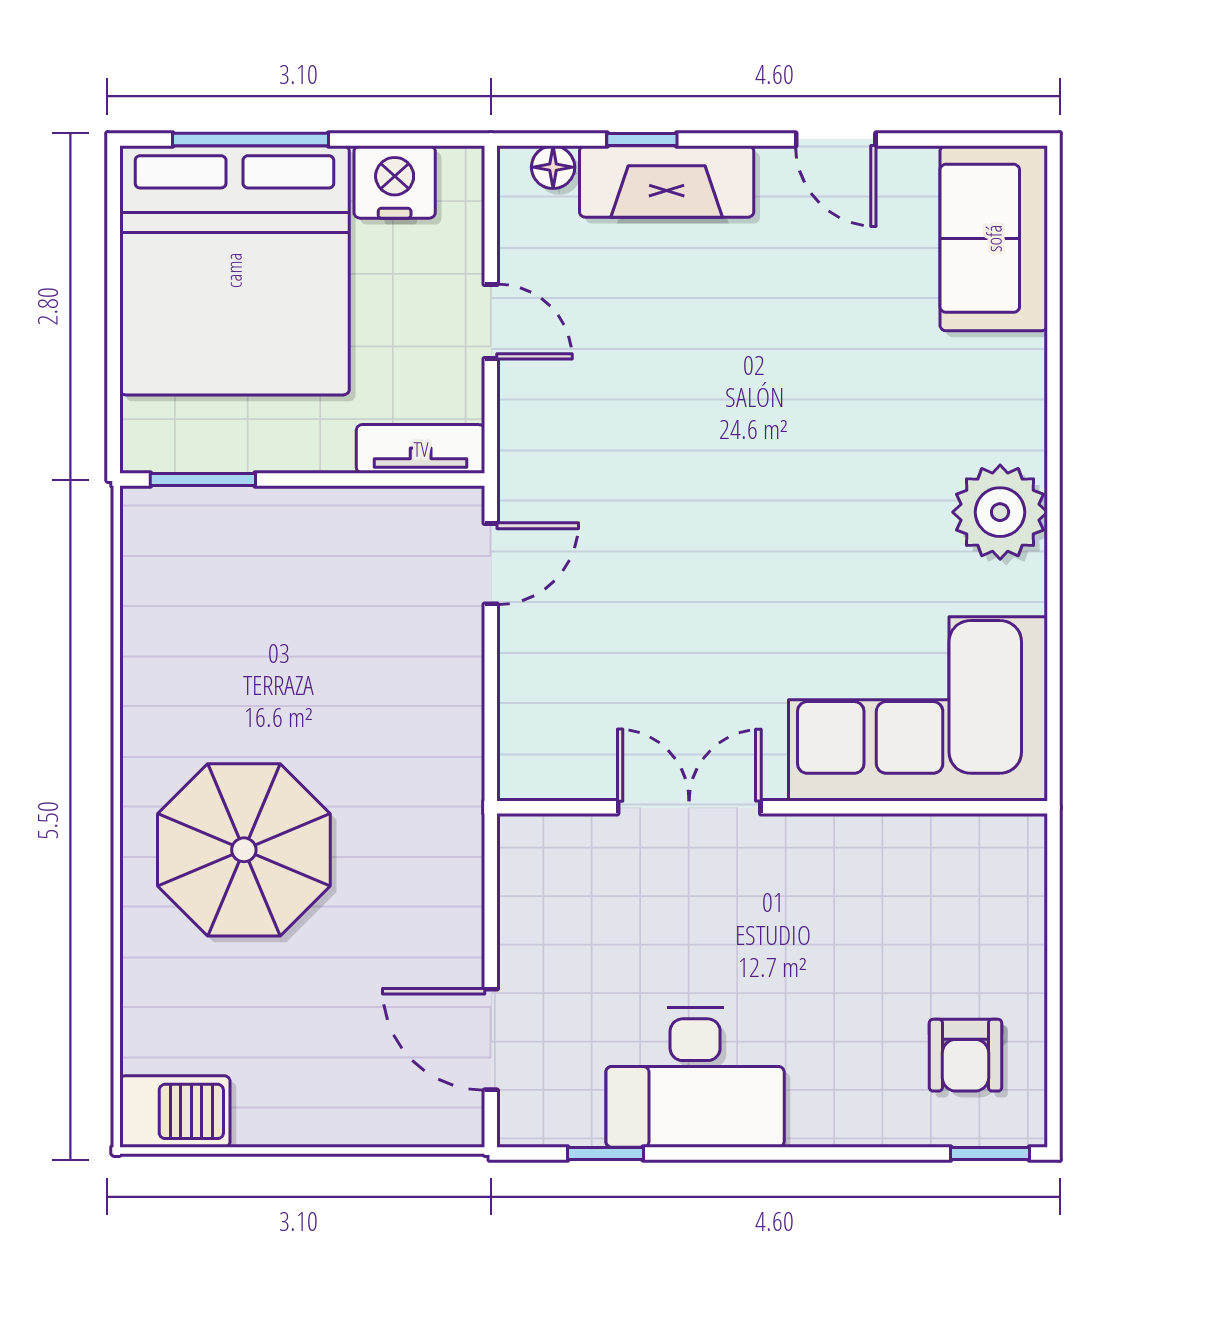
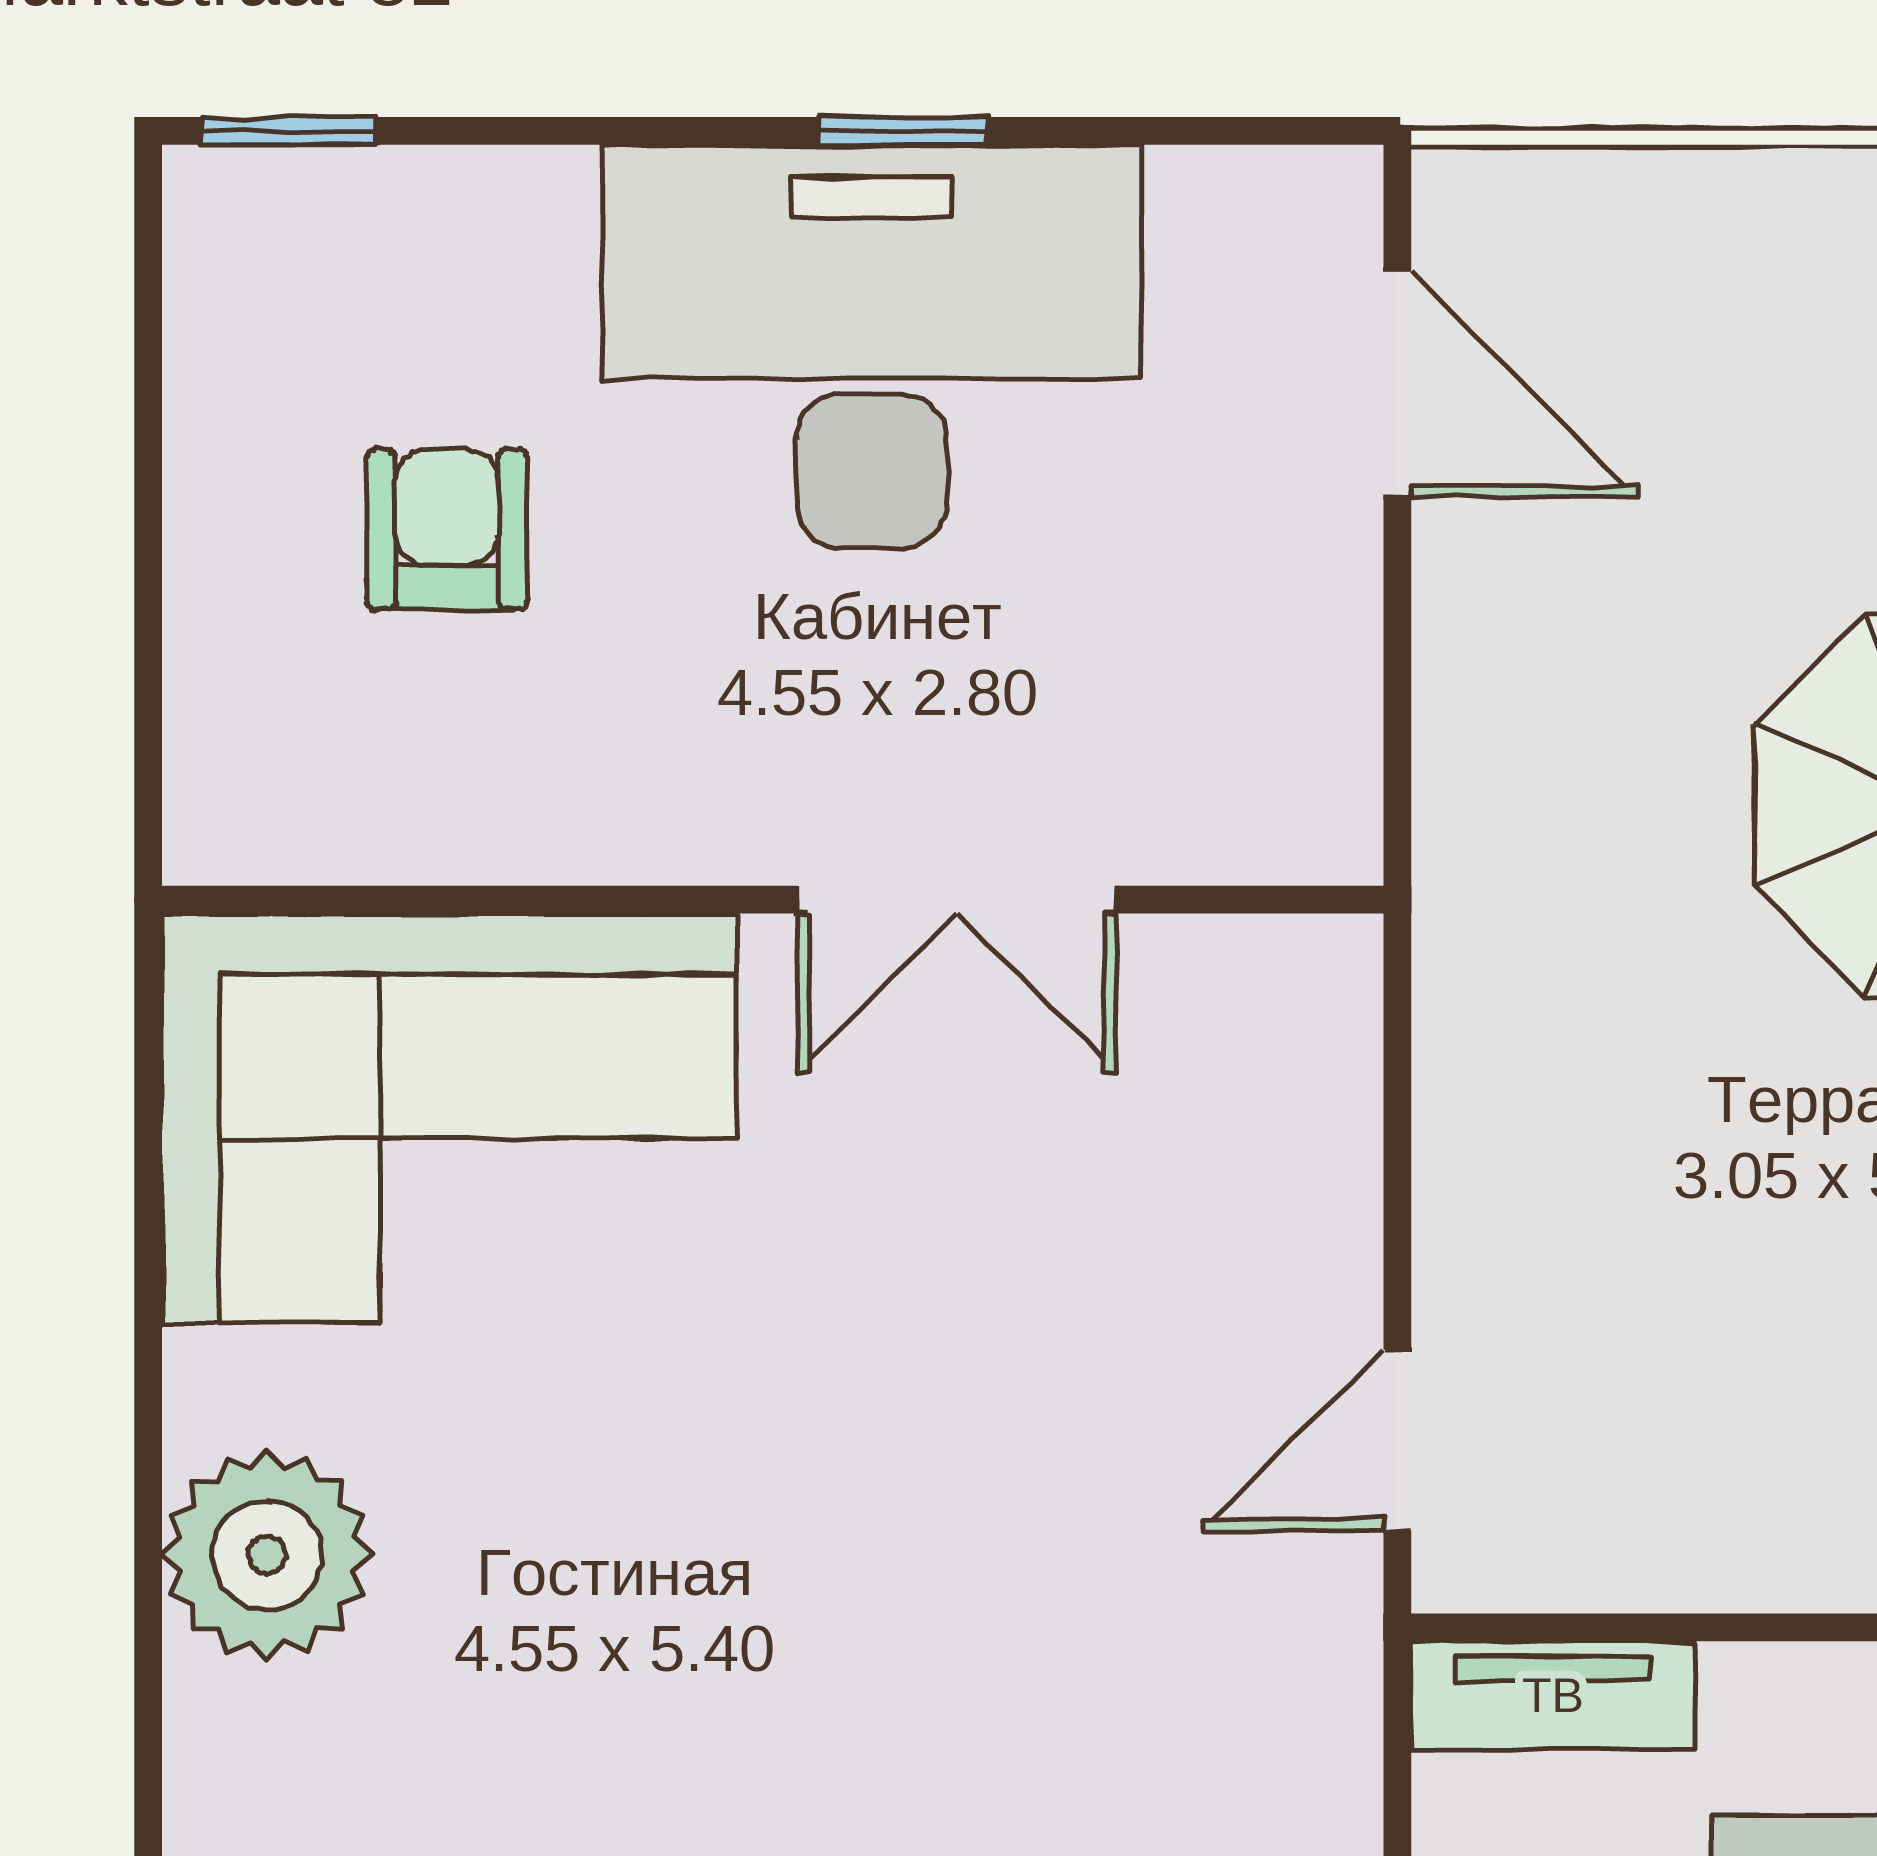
armchair: (965, 1055) -> (447, 530), moved
desk: (695, 1077) -> (872, 346), width x1.36, depth x1.30
window: (605, 1154) -> (903, 131), moved

